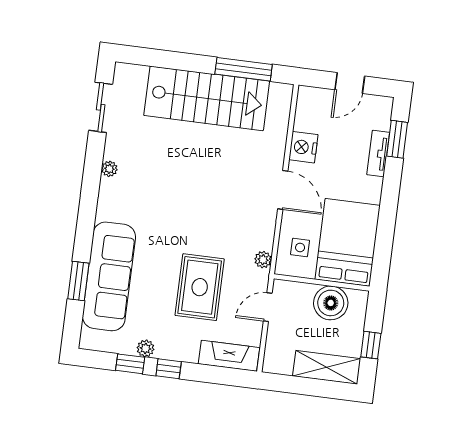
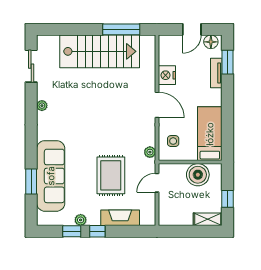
floor lamp: (376, 105) -> (211, 42), added
bed: (348, 242) -> (210, 134), width x0.67
fireplace: (229, 356) -> (120, 218), moved
shelving: (327, 367) -> (208, 219), width x0.67, depth x0.75

